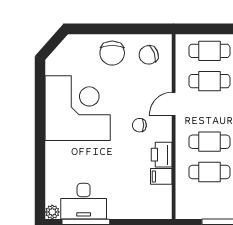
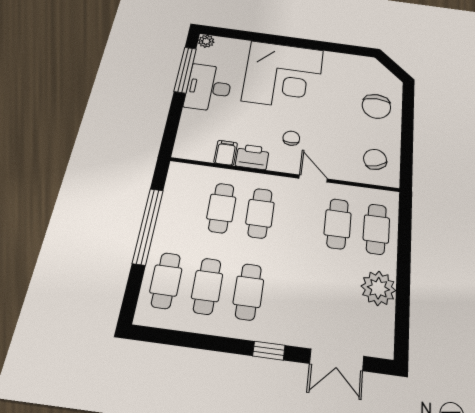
chair: (112, 53) -> (376, 106), moved, turned -90
corner desk: (78, 108) -> (283, 75), moved
desk: (84, 201) -> (209, 88), moved

